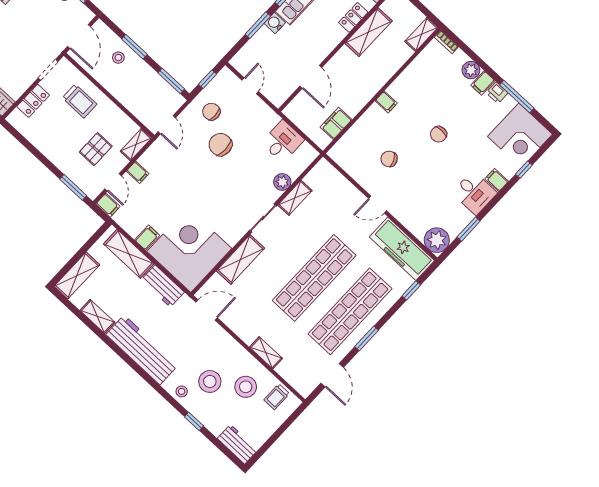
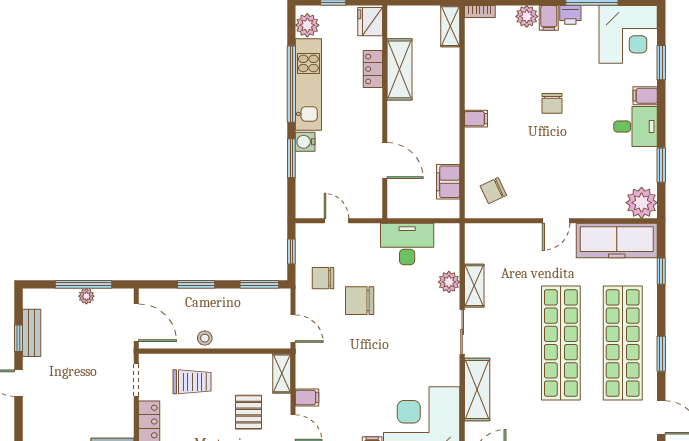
stool: (118, 58) -> (205, 338), moved
desk: (283, 141) -> (407, 244), width x1.37
chair: (389, 159) -> (493, 191), moved
window: (524, 170) -> (661, 63), width x1.50

